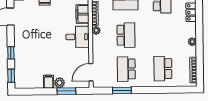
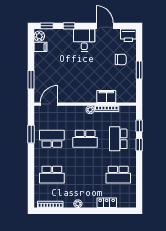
desk: (78, 37) -> (84, 40), moved, turned 180
school desk: (163, 69) -> (52, 175), turned 180
door: (91, 72) -> (49, 104), hinge flipped
filing cabinet: (49, 82) -> (40, 47), moved
plant: (60, 83) -> (39, 36), moved

